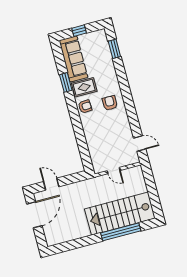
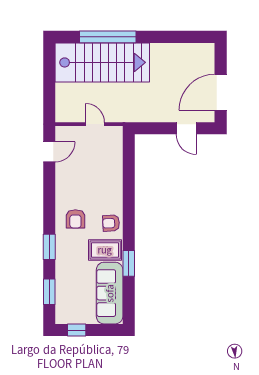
window: (79, 31) -> (77, 330), moved
window: (123, 79) -> (49, 247), added
door: (140, 144) -> (49, 152), swing flipped

